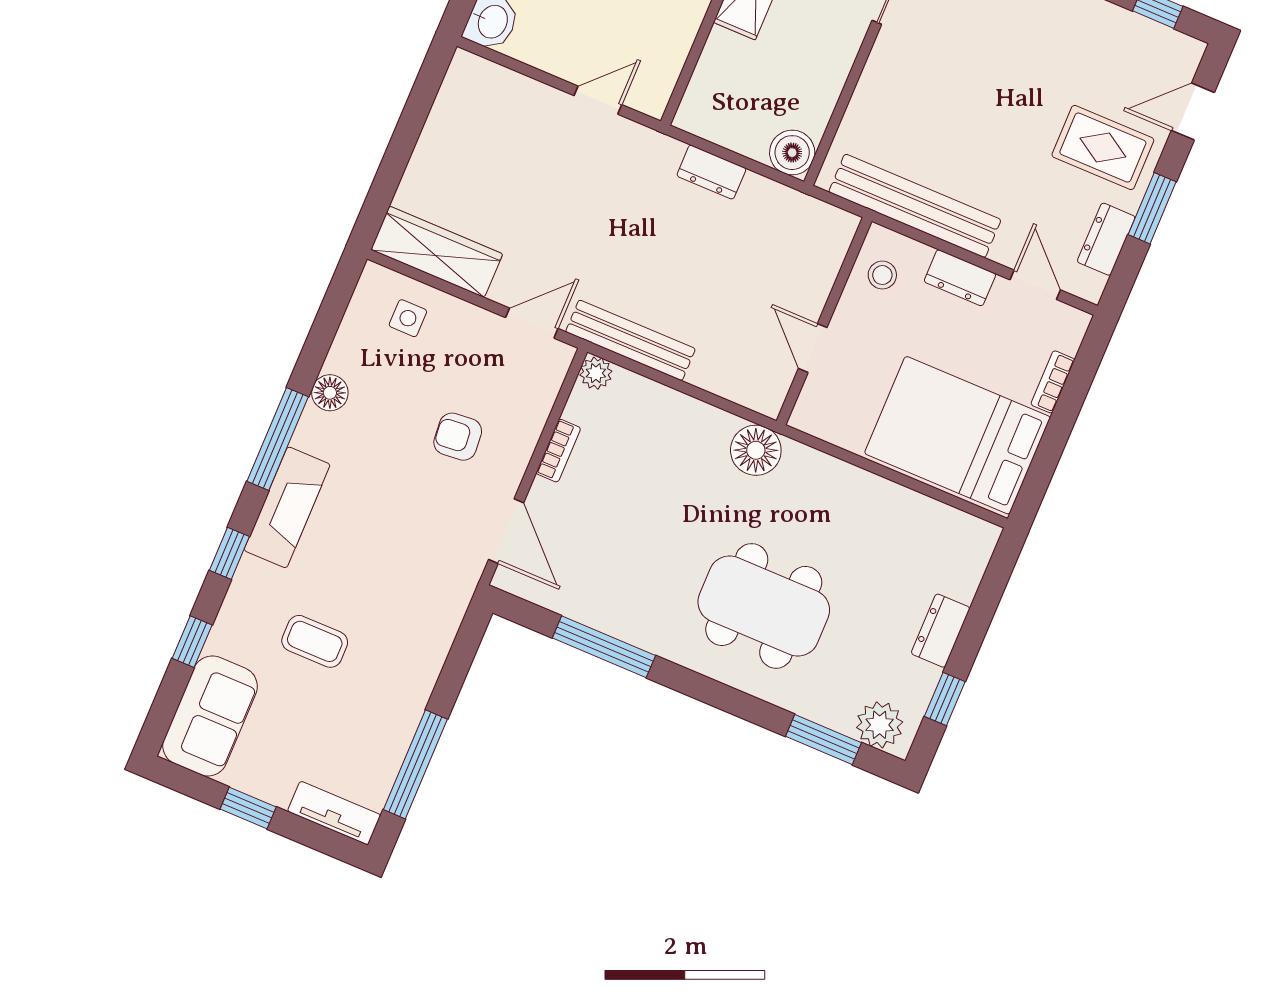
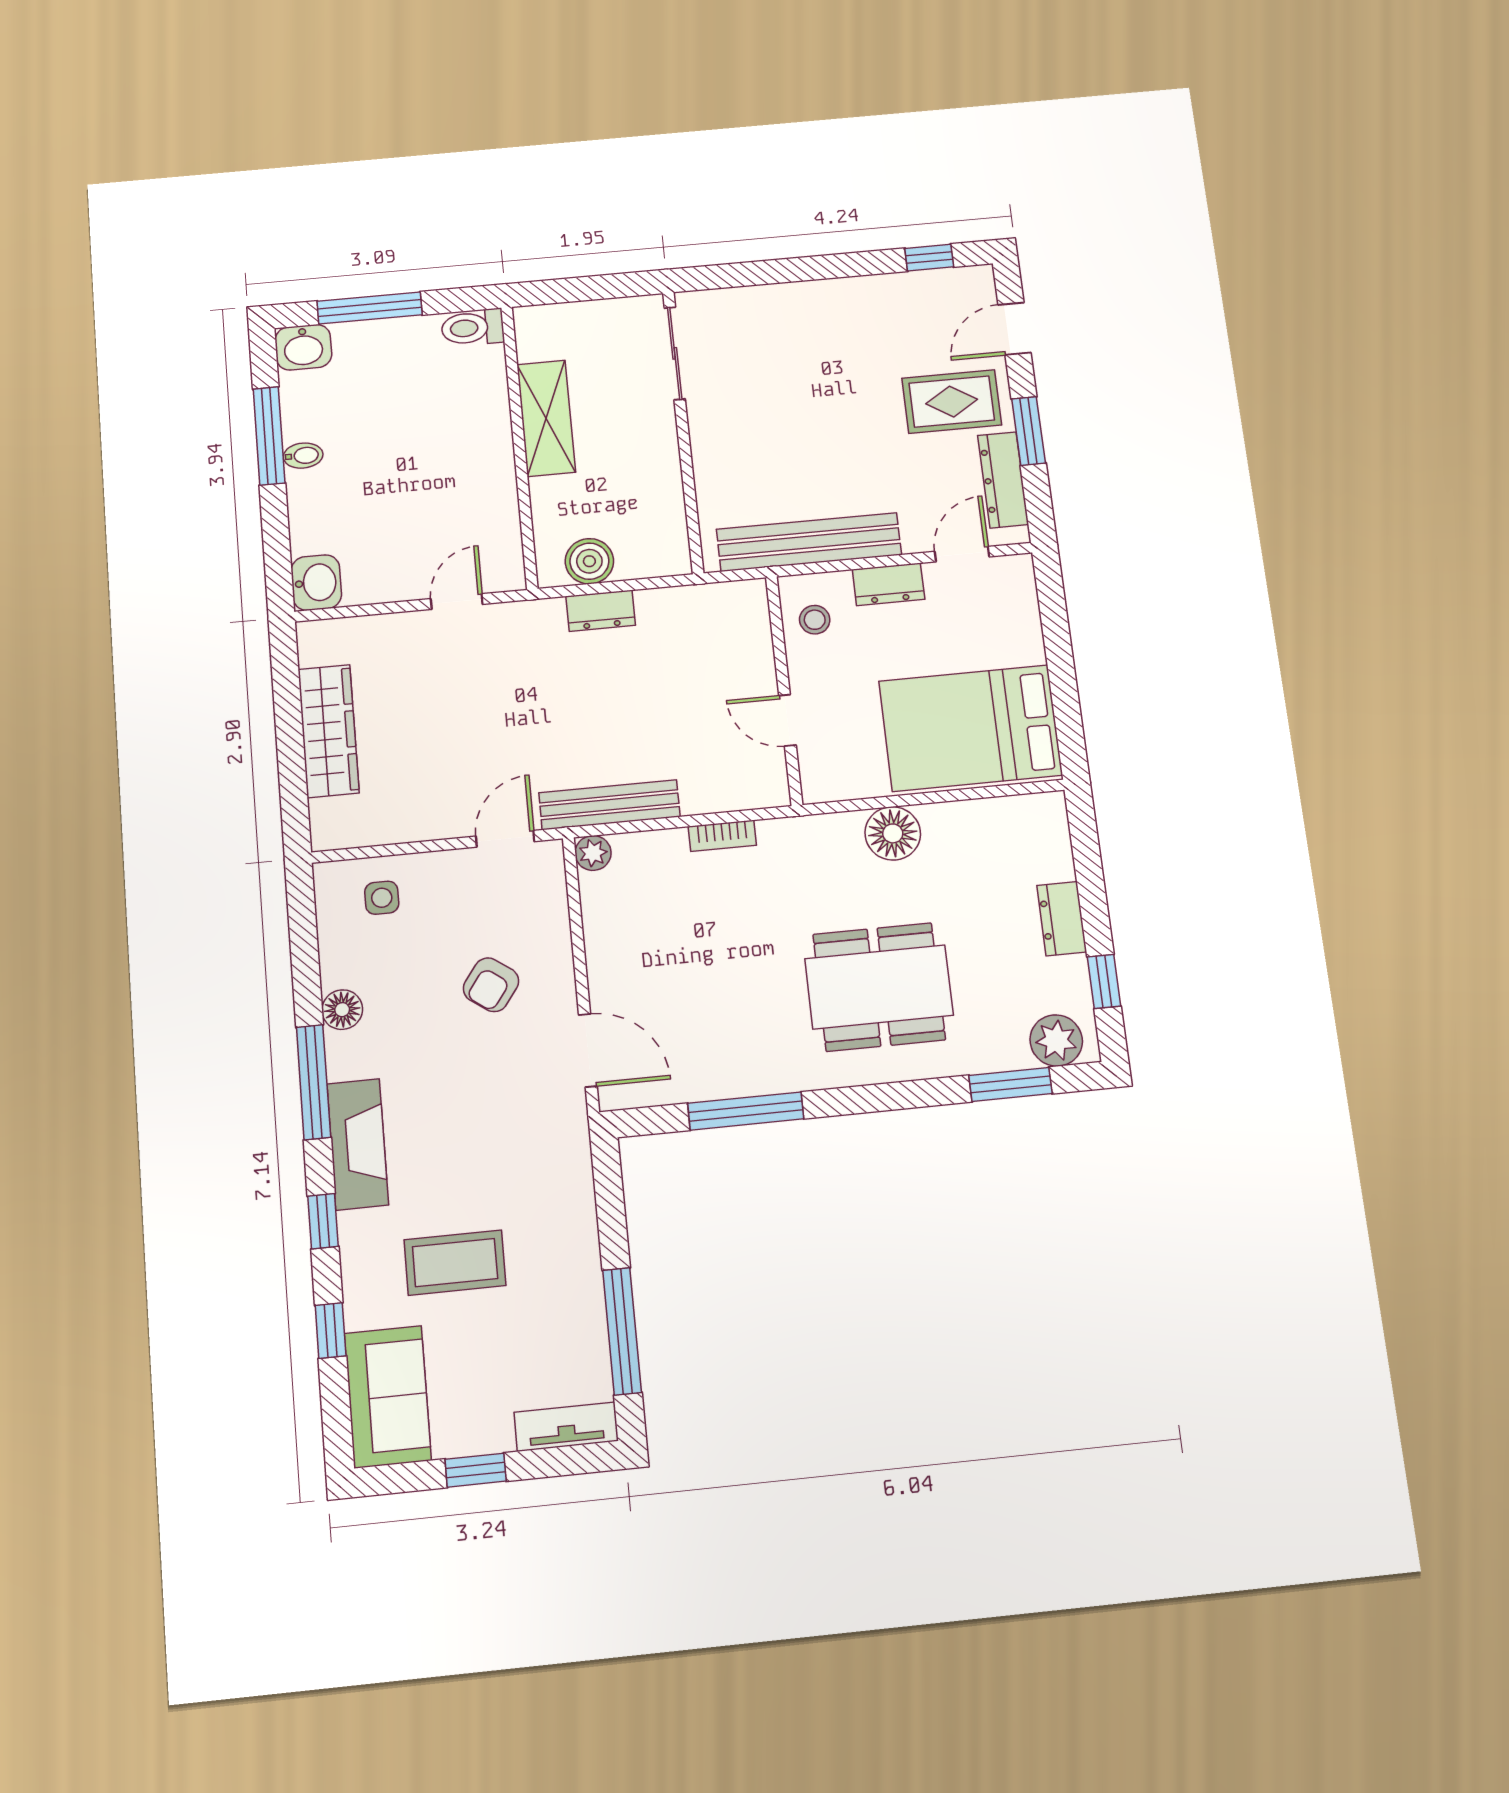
boiler: (792, 153) -> (589, 561), moved
dresser: (1106, 239) -> (1003, 480), width x1.44
wardrobe: (437, 252) -> (328, 731), moved, turned 90
door: (1035, 285) -> (962, 554), hinge flipped
bookcase: (1053, 382) -> (1030, 632), removed
armchair: (458, 437) -> (491, 985), turned -49
floor lamp: (756, 450) -> (893, 833), moved
bookcase: (558, 451) -> (722, 836), moved, turned 90
coffee table: (315, 641) -> (455, 1263), width x1.36, depth x1.30

